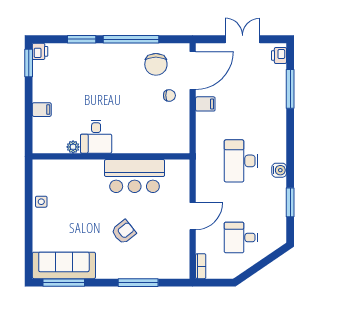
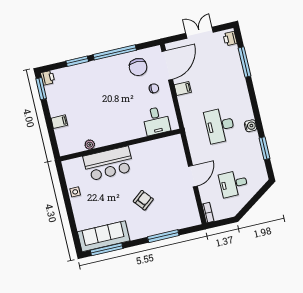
desk: (96, 137) -> (156, 121), moved
bar counter: (135, 176) -> (108, 164), moved

